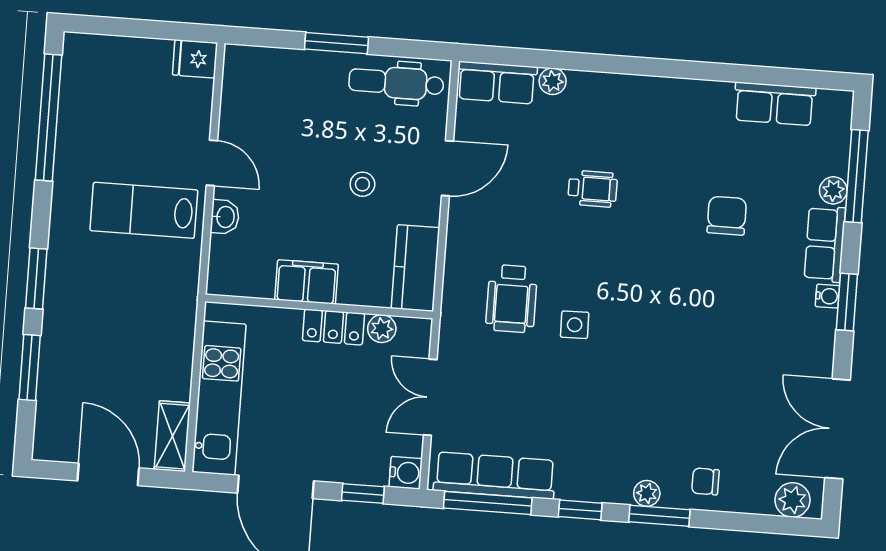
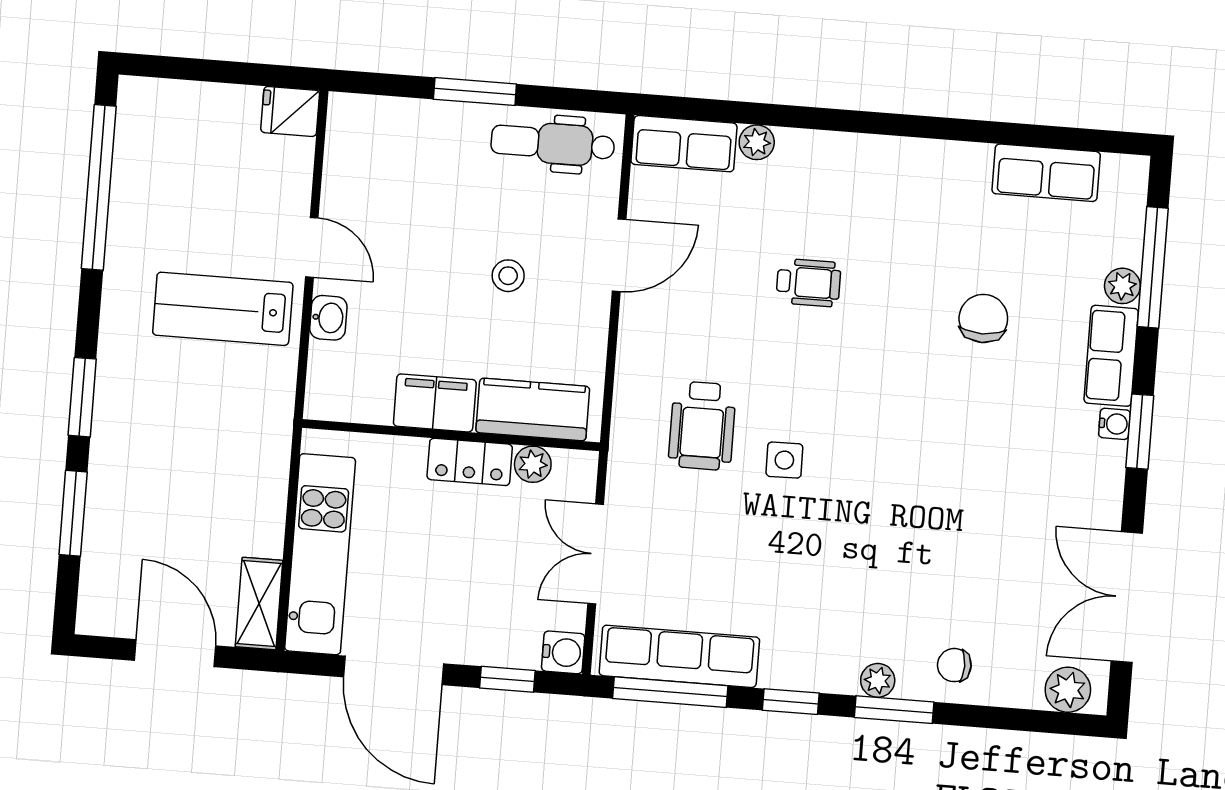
kitchen counter: (415, 268) -> (533, 410), moved, turned 90

